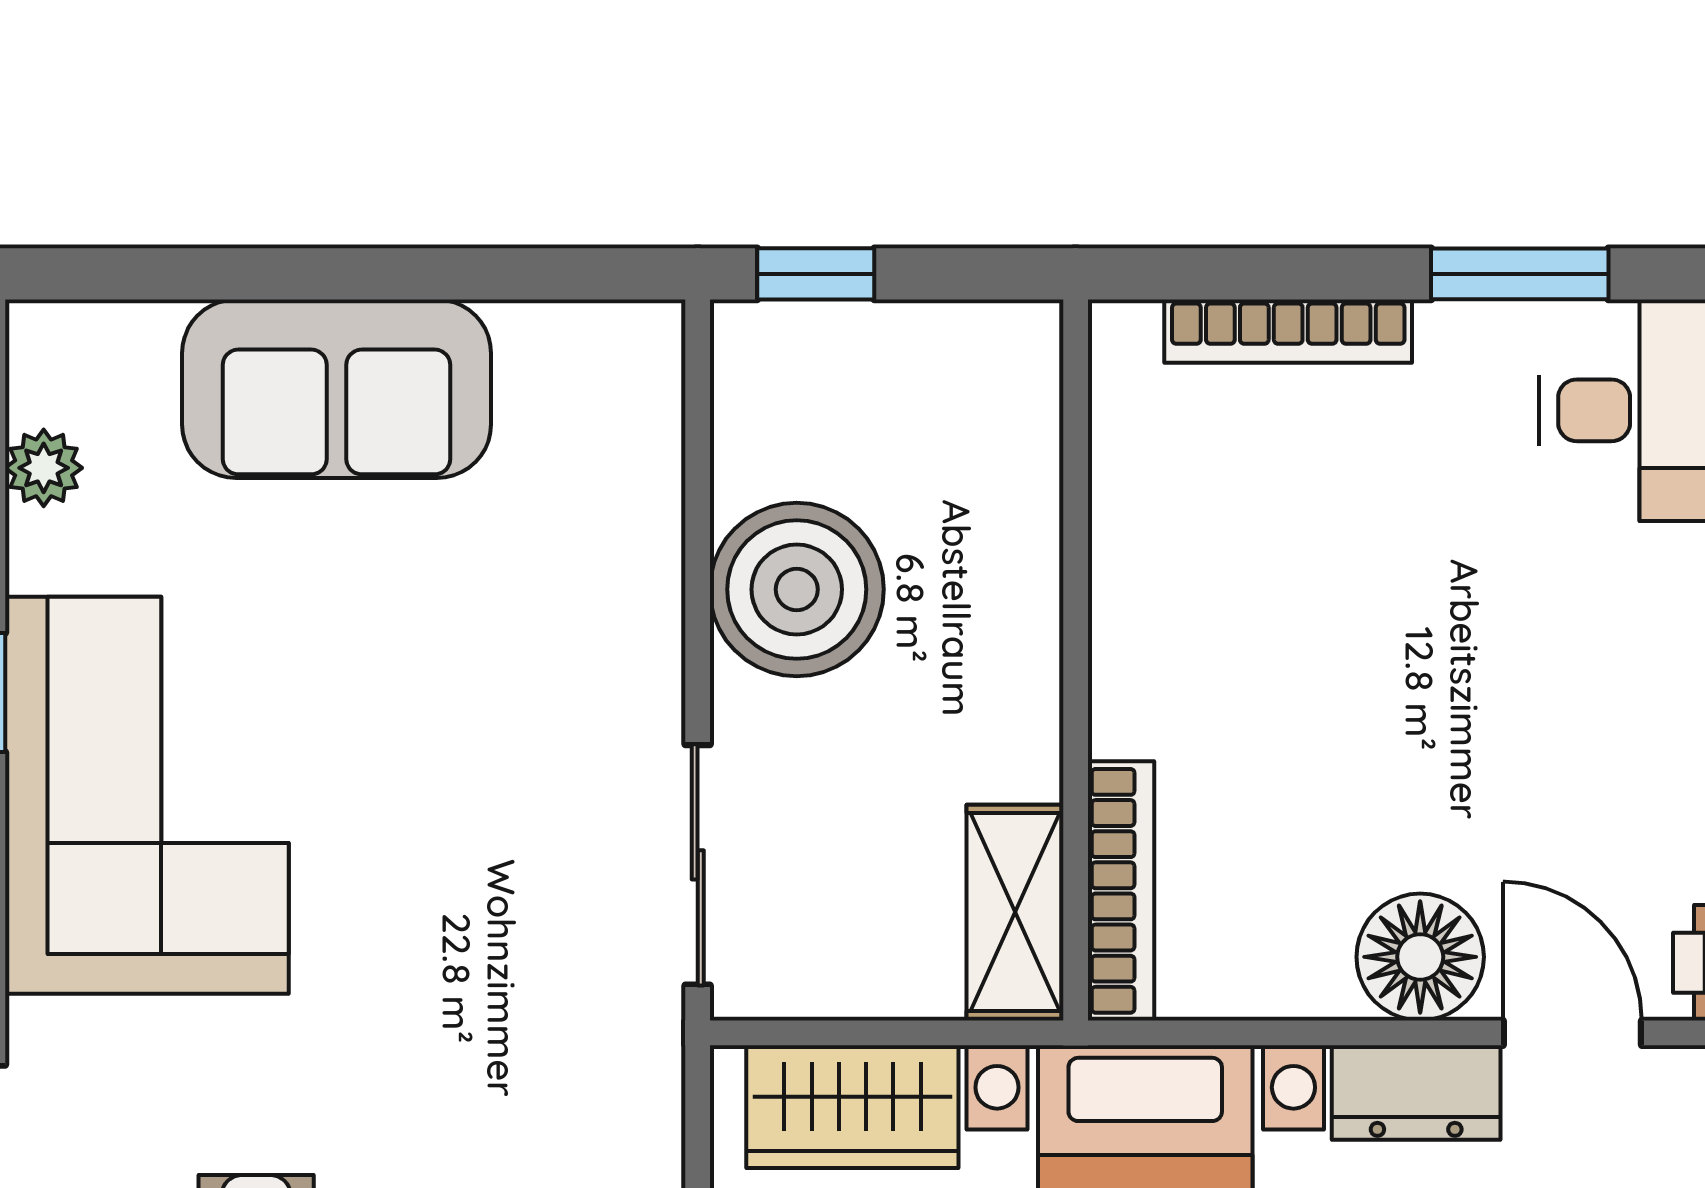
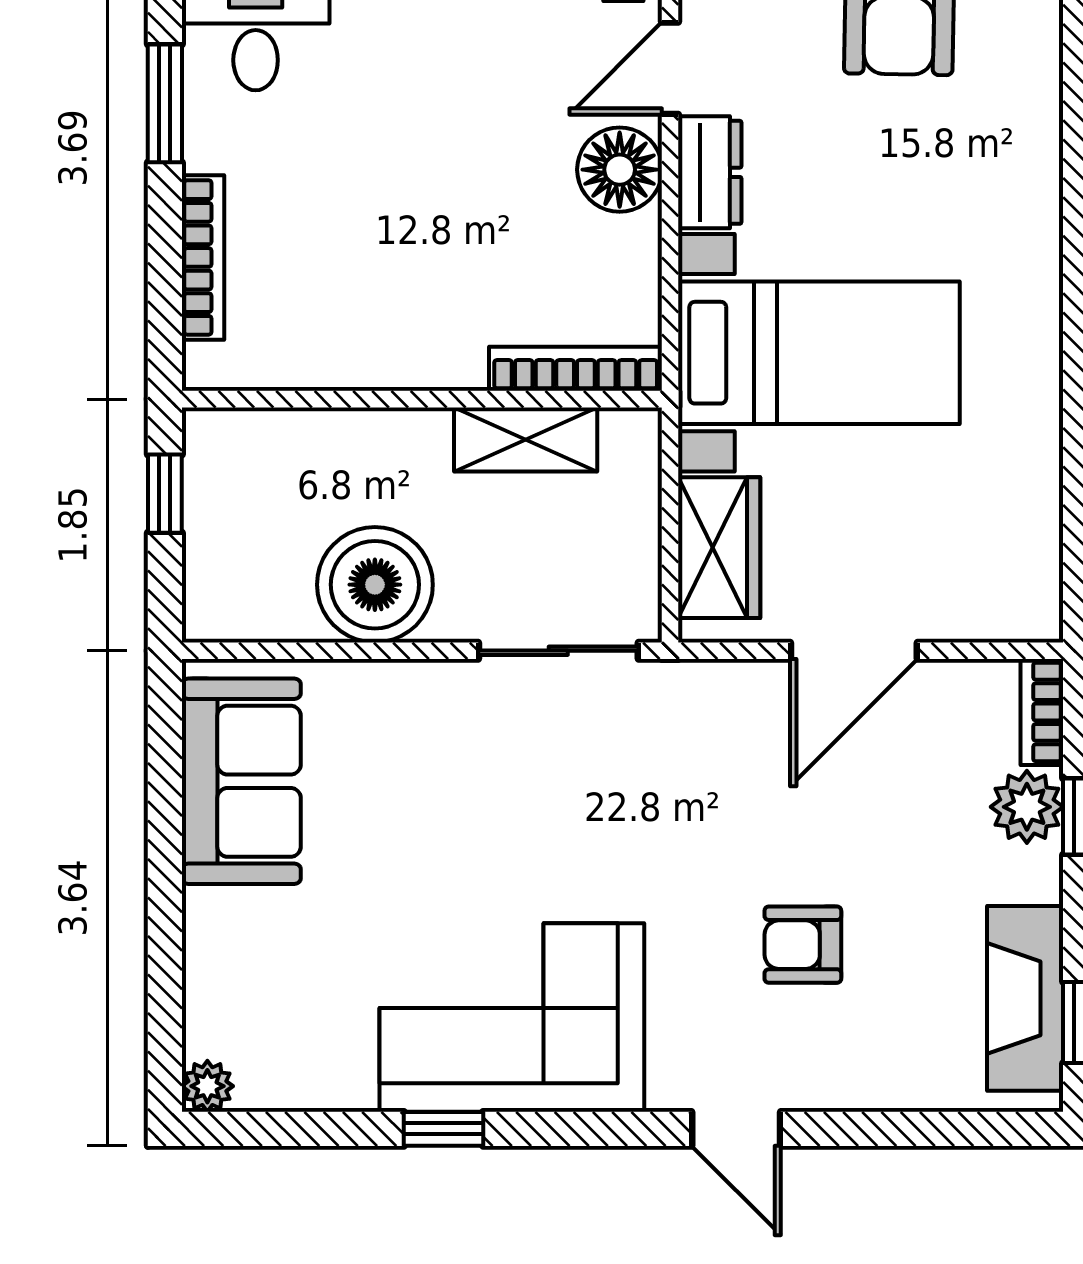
window: (816, 274) -> (165, 494), moved
sofa: (337, 389) -> (241, 781), moved
plant: (44, 468) -> (207, 1086), moved
shelving: (1015, 912) -> (526, 439), moved

